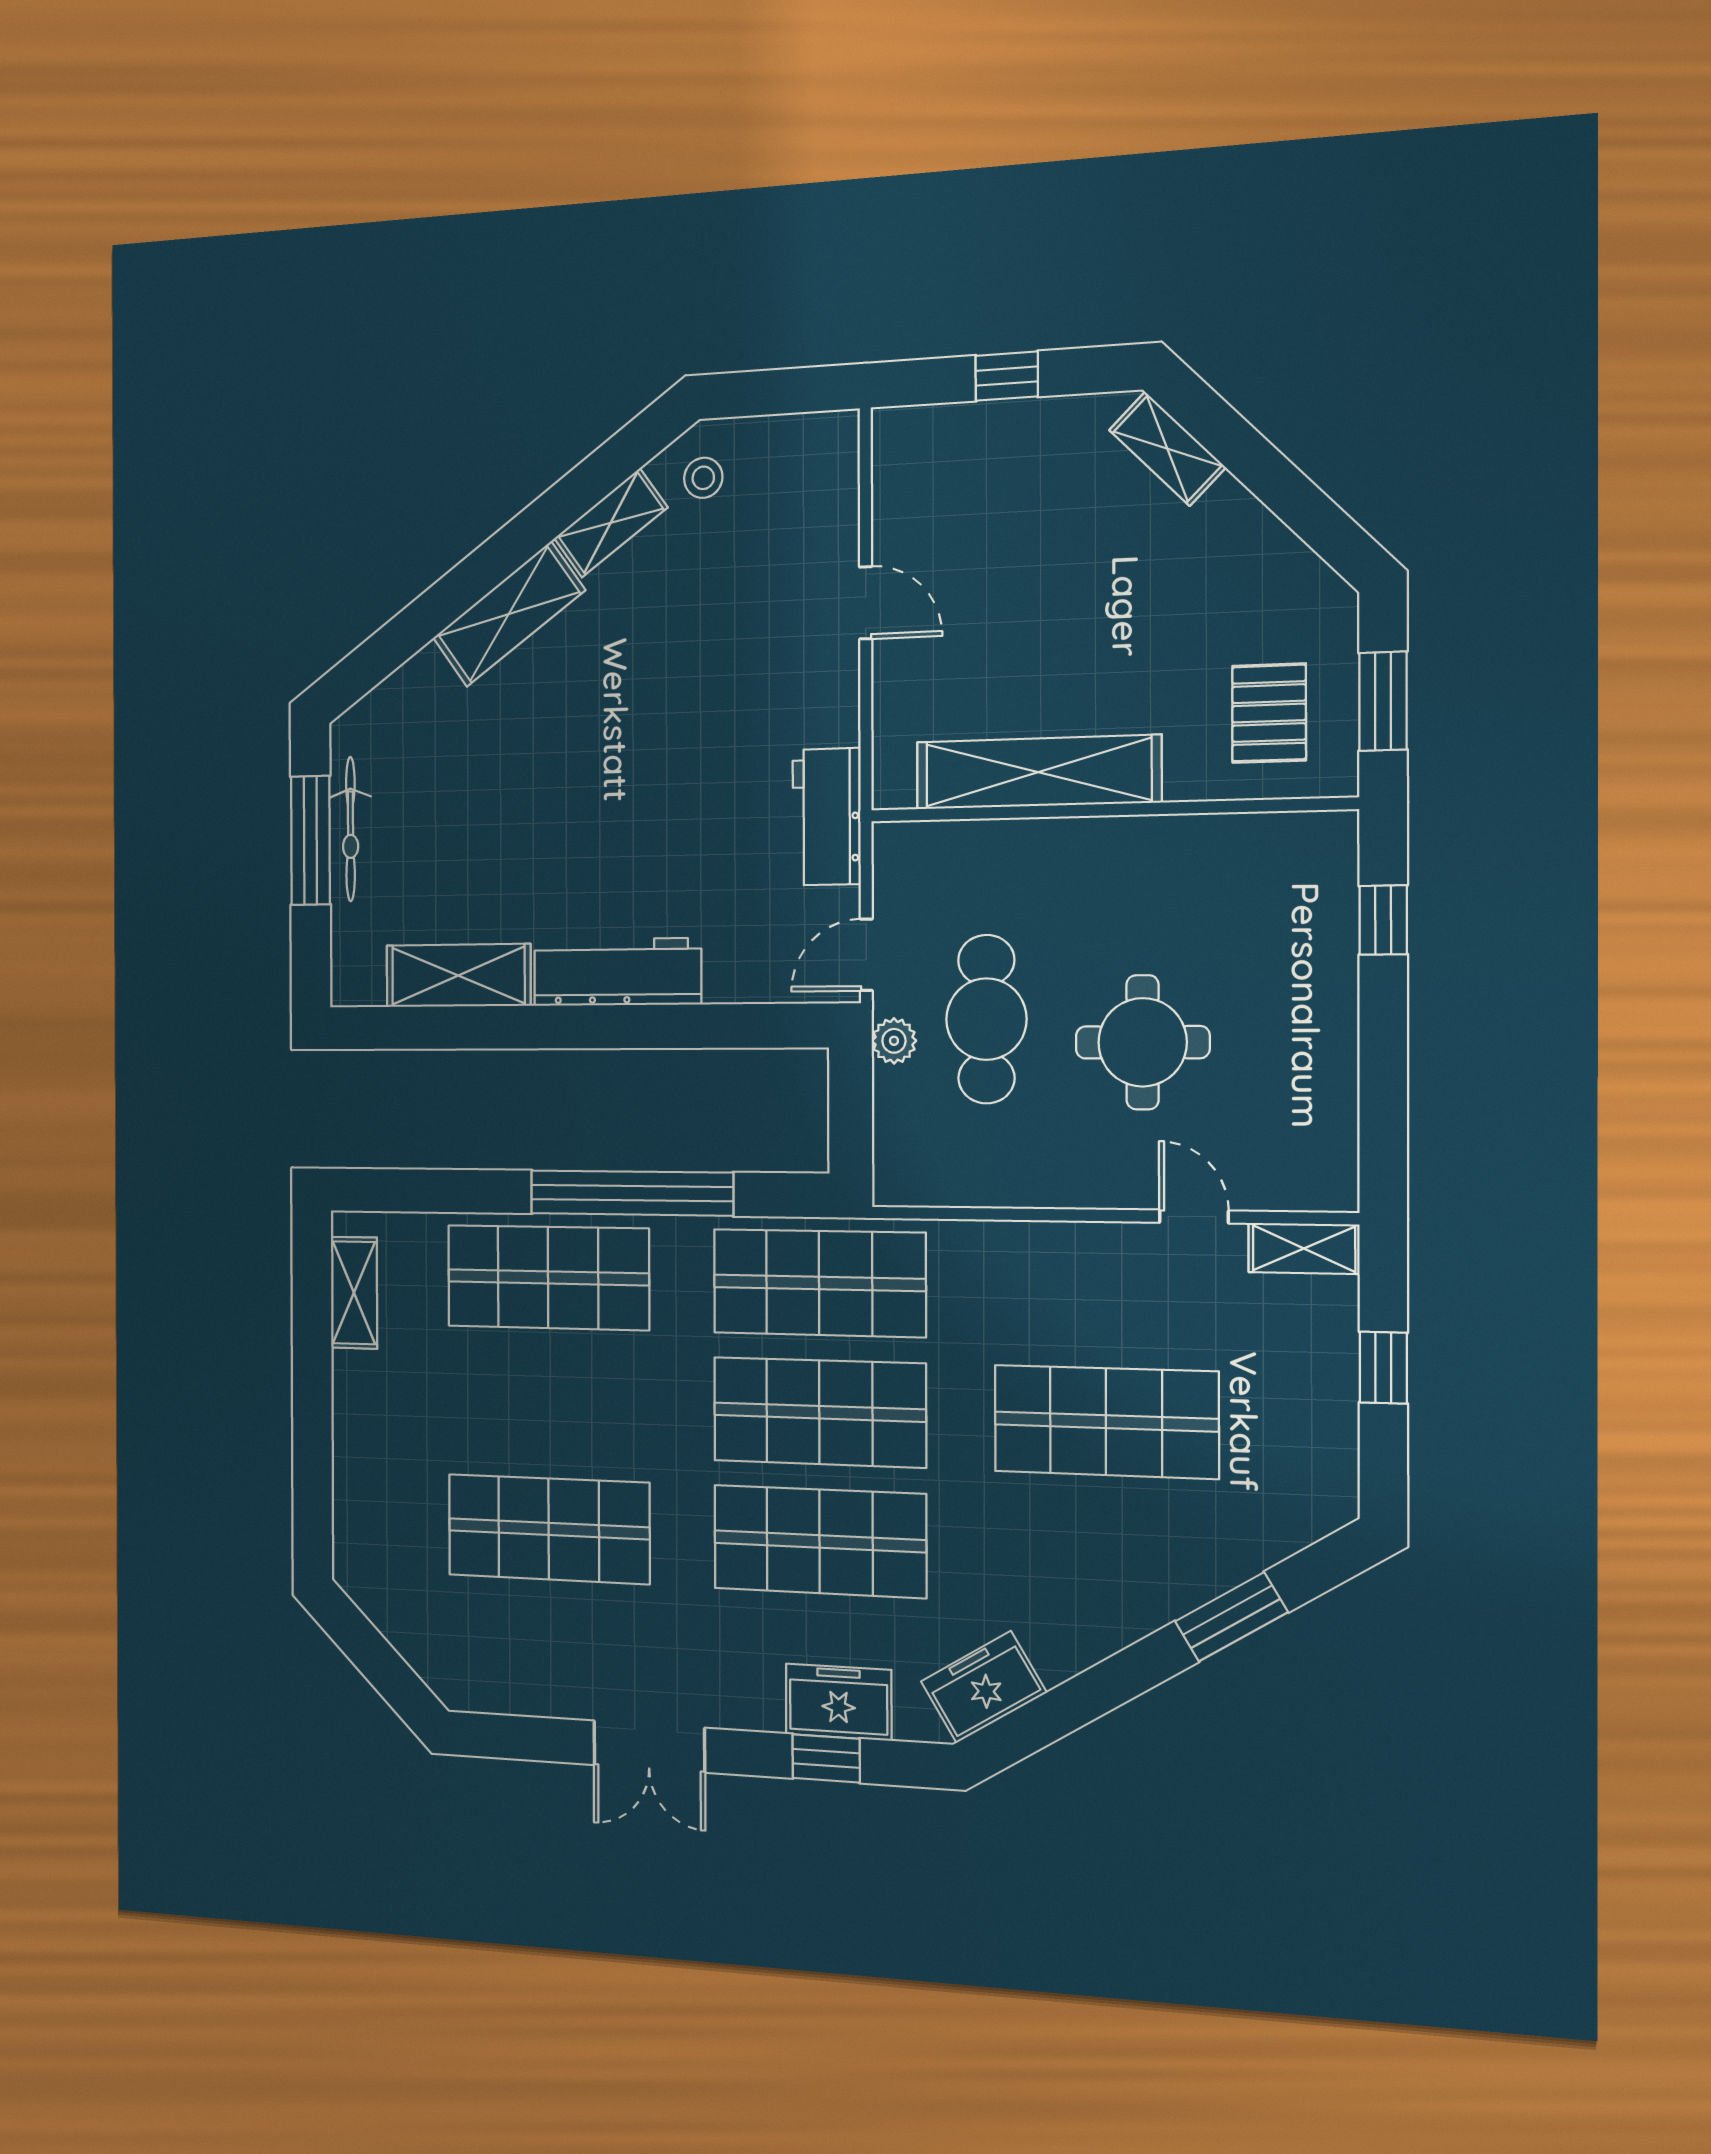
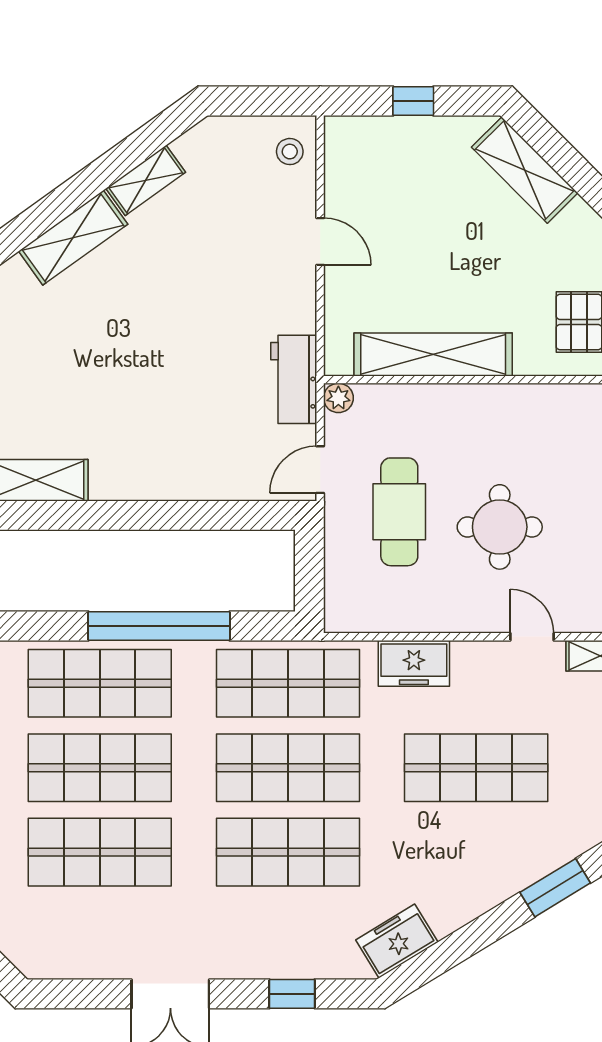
shelving: (1167, 449) -> (525, 170), width x1.50, depth x1.33
stool: (703, 478) -> (290, 152), moved
workbench: (617, 972) -> (149, 479), removed
plant: (894, 1041) -> (338, 398), moved
shop shelf: (548, 1403) -> (100, 768), added
freezer: (839, 1702) -> (414, 663), moved, turned 180

